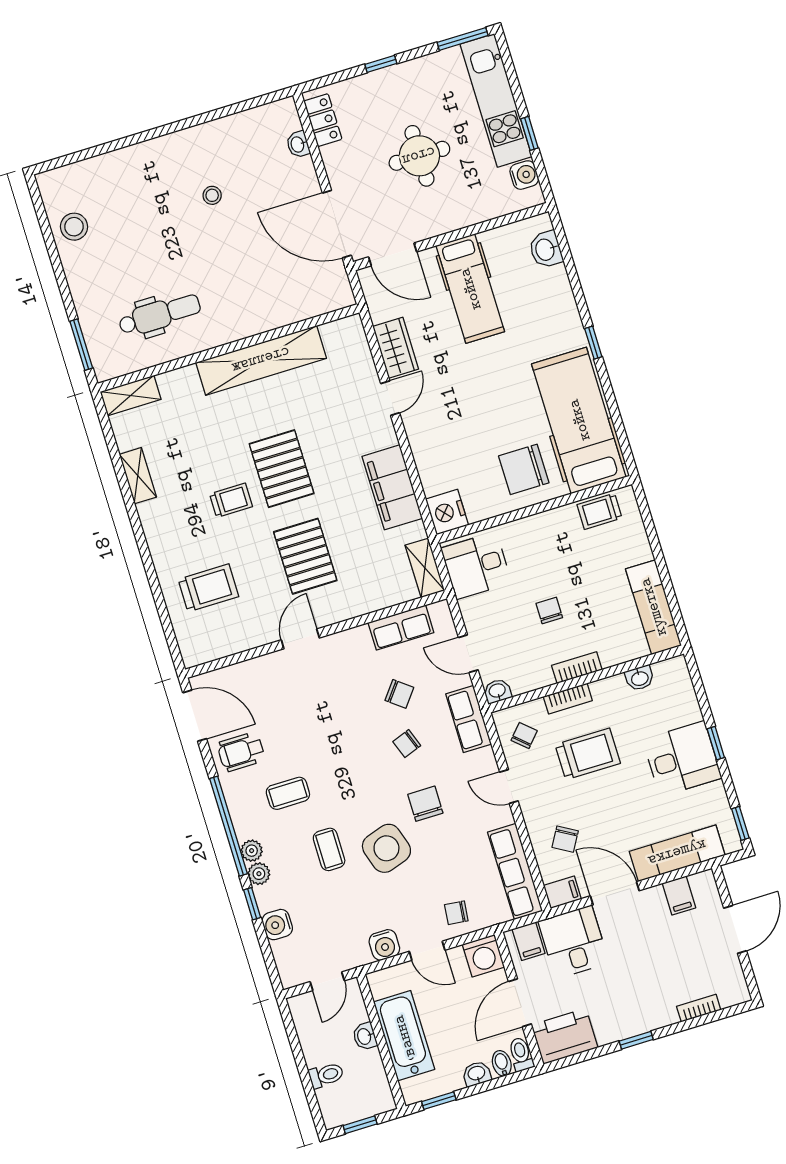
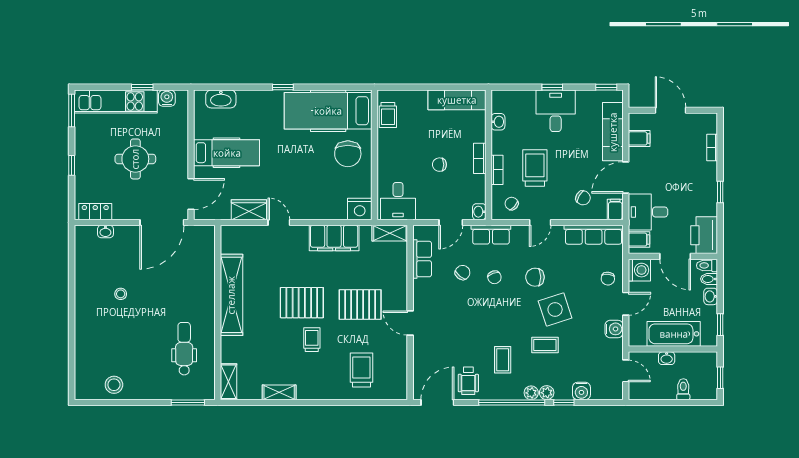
washbasin: (546, 249) -> (221, 99), width x1.38

